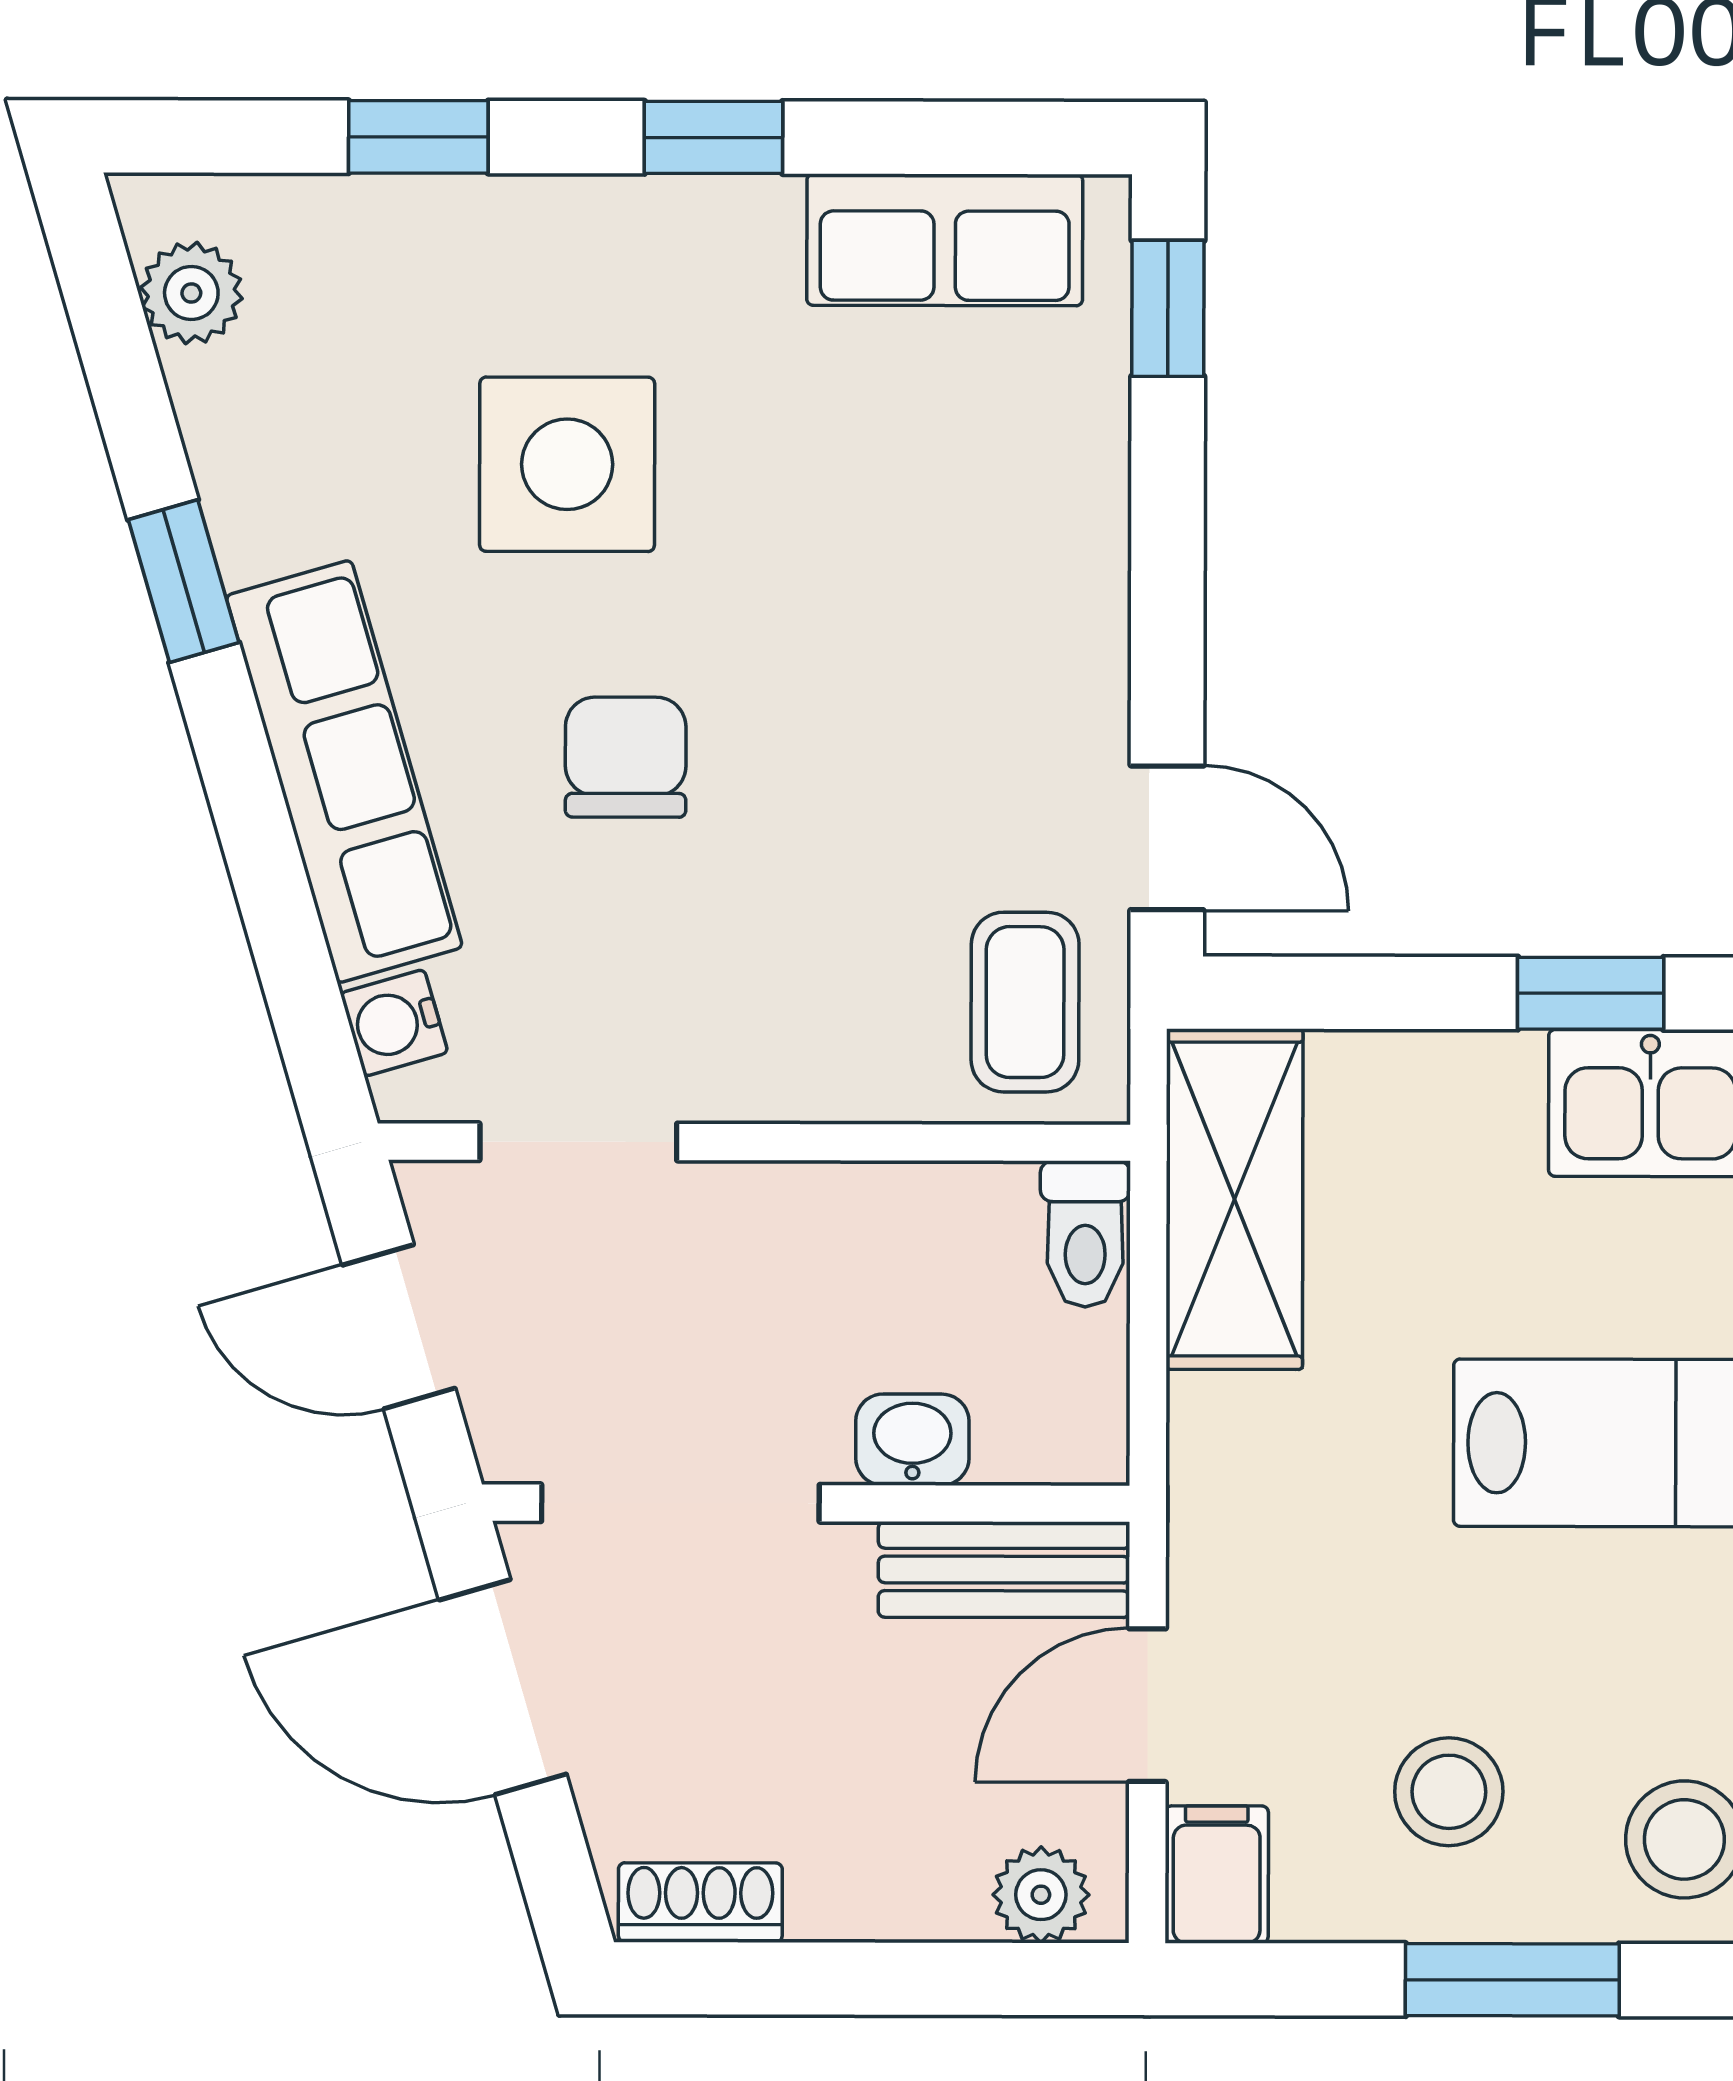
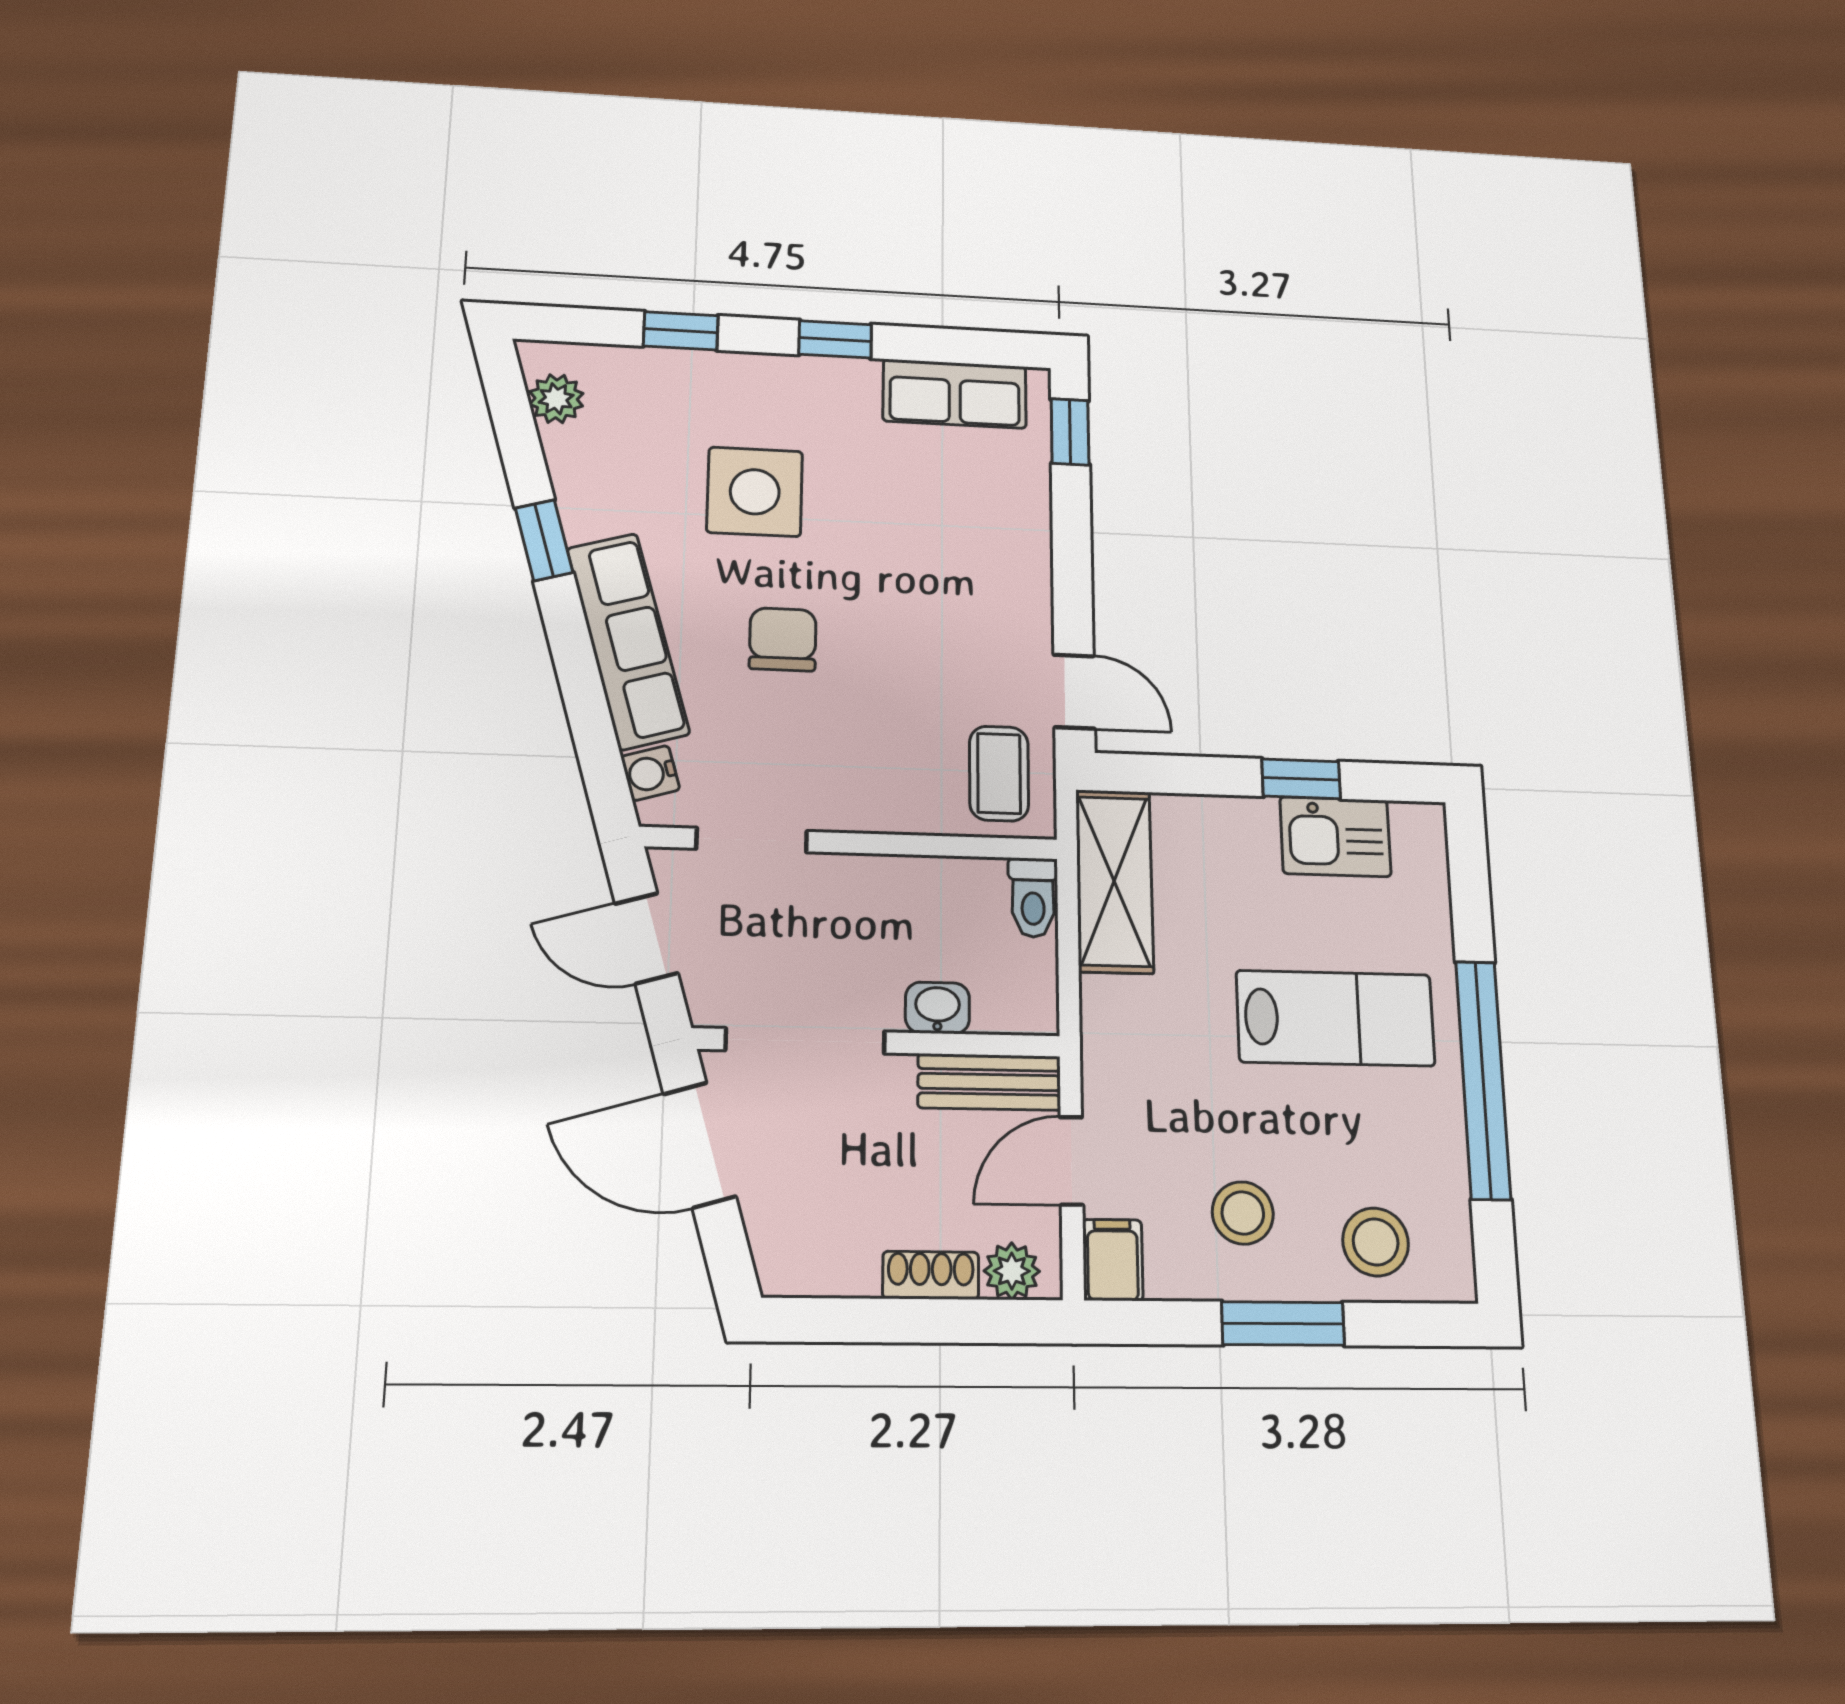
shoe rack: (700, 1902) -> (931, 1275), moved

